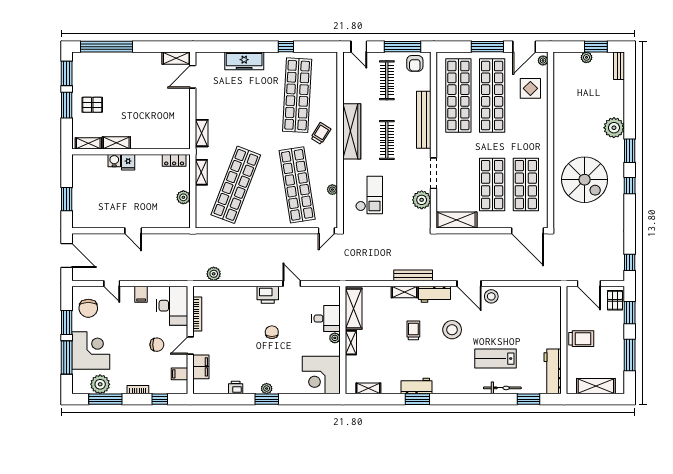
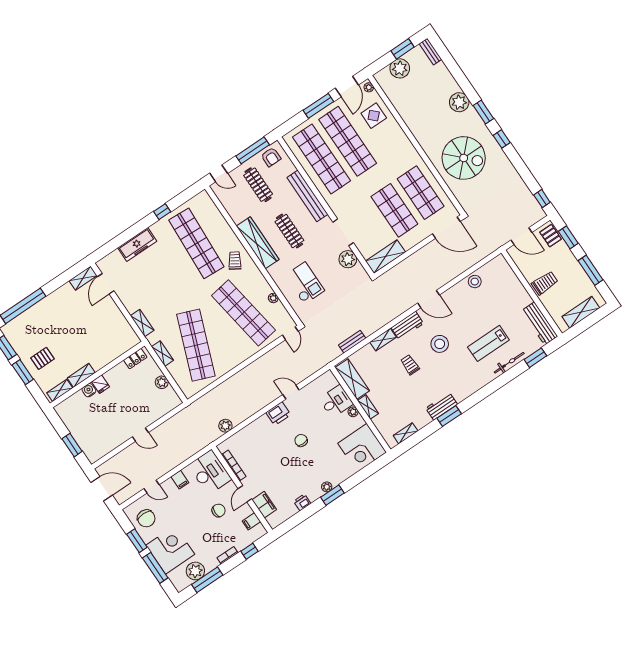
plant: (586, 57) -> (400, 68), width x1.88, depth x1.88
bench: (413, 275) -> (352, 342), moved, width x0.73
stool: (491, 296) -> (475, 282), moved

